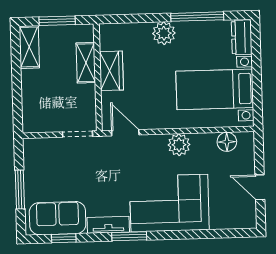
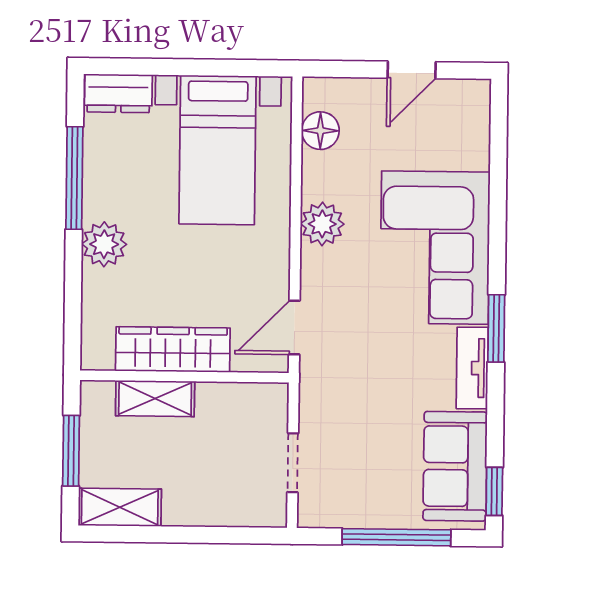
wardrobe: (111, 71) -> (173, 349), width x1.50
doorway: (78, 134) -> (293, 463), moved
window: (20, 190) -> (396, 537), width x1.44
window: (64, 238) -> (494, 491), moved

